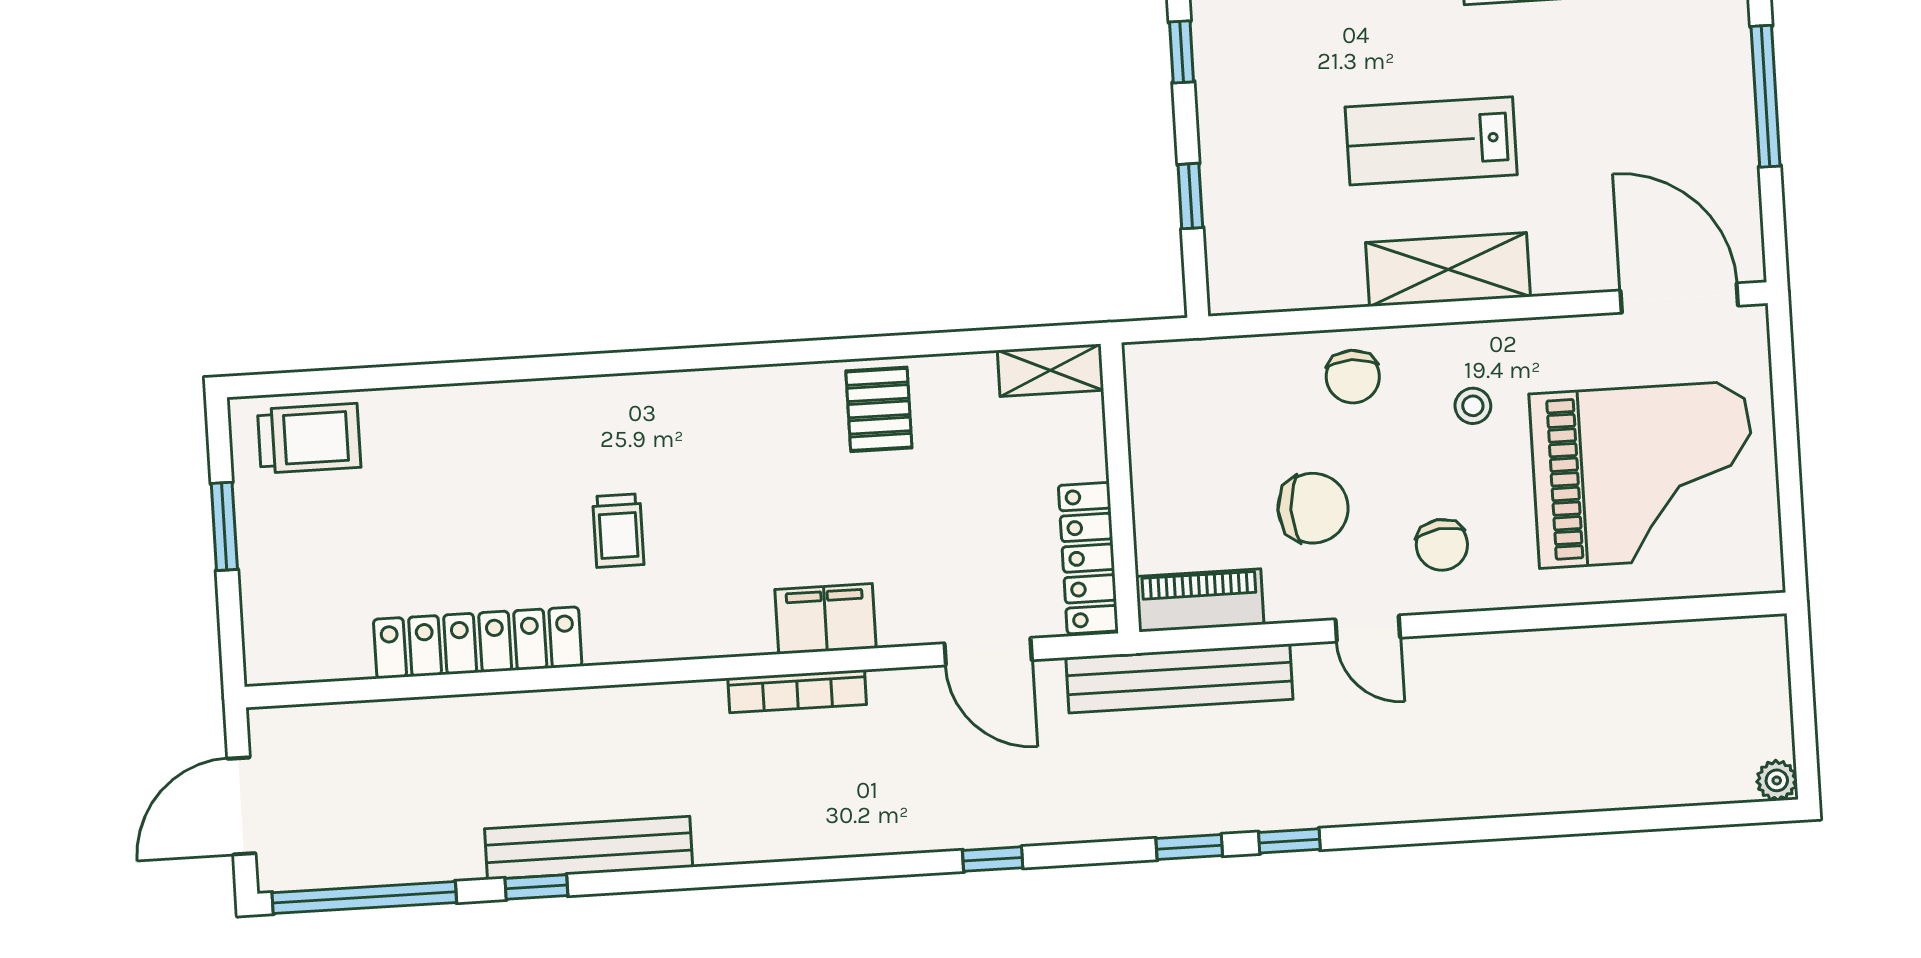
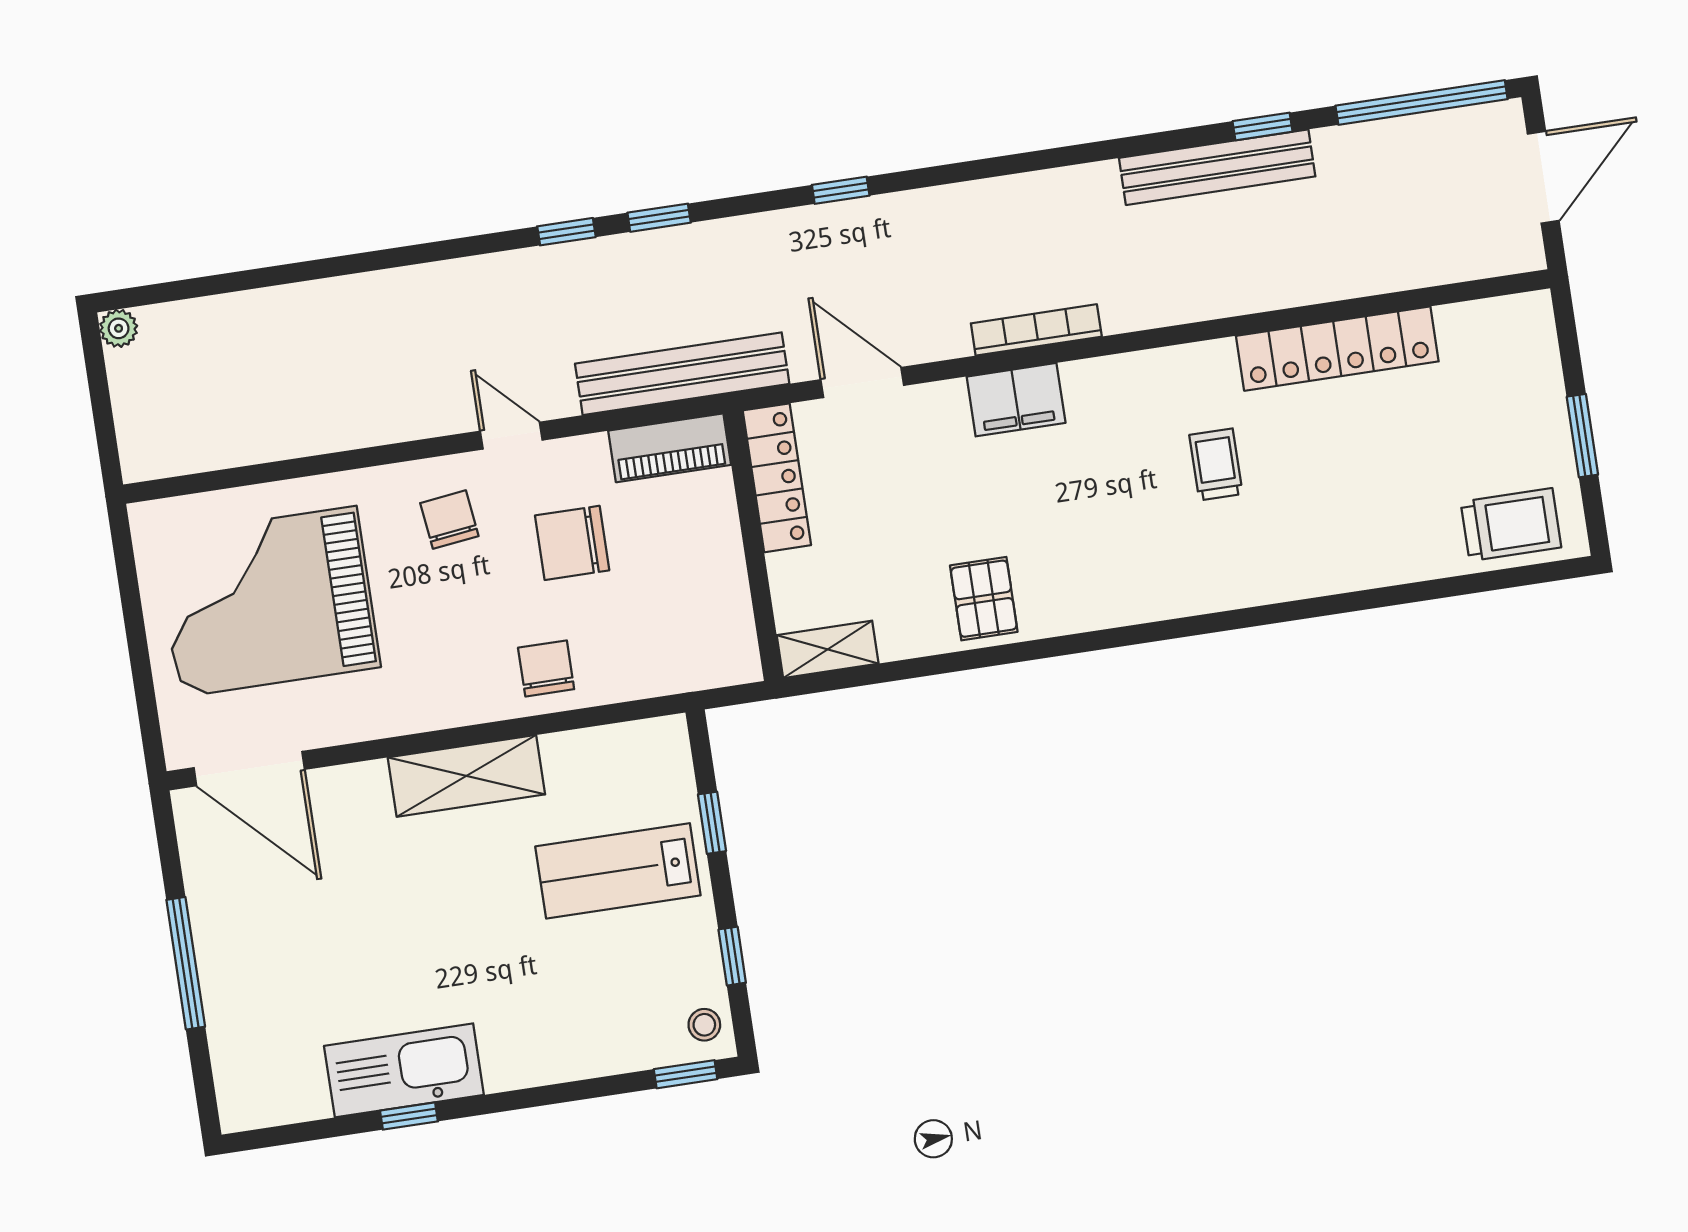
lab bench: (1431, 141) -> (618, 871), moved, turned 180
stool: (1473, 406) -> (432, 651), removed
trolley: (309, 438) -> (1511, 525), turned 180

